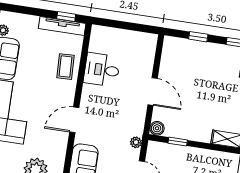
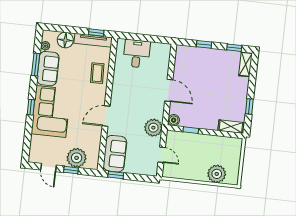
floor lamp: (28, 24) -> (65, 40), added
desk: (102, 70) -> (137, 54), moved, turned 90
plant: (136, 142) -> (153, 128), width x1.88, depth x1.88

